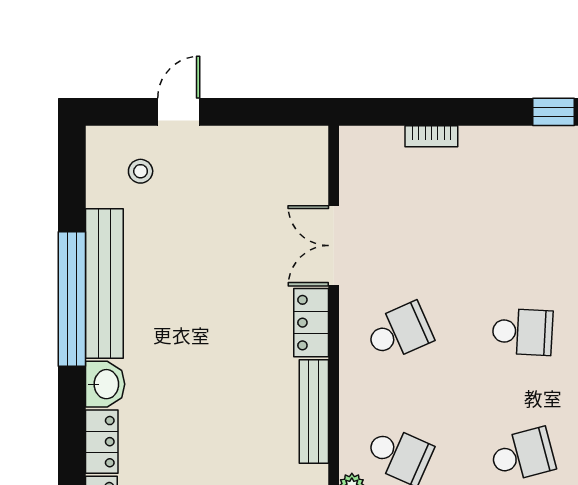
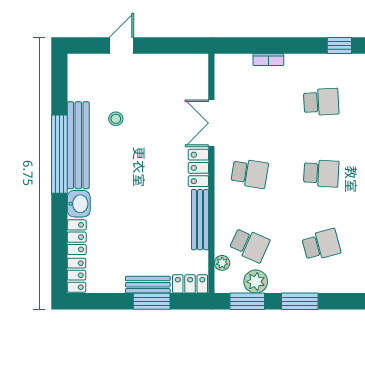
stool: (141, 171) -> (116, 119), moved
school desk: (522, 209) -> (321, 102), added
school desk: (399, 332) -> (250, 173), turned 33

